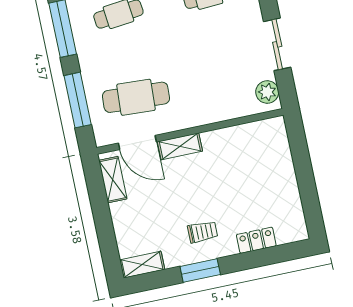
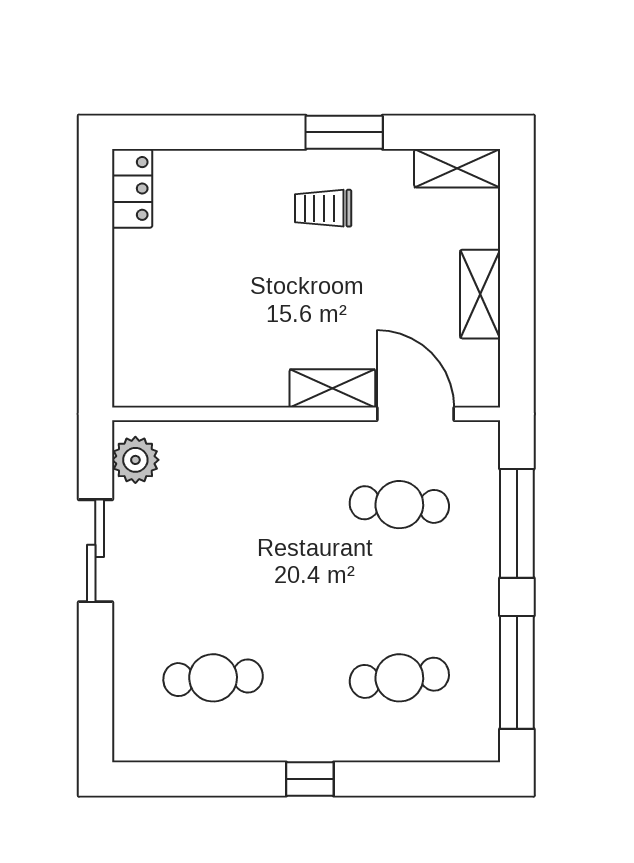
cafe table: (136, 97) -> (399, 505), width x0.73, depth x0.74
shelving: (113, 180) -> (480, 294), moved
locker: (256, 240) -> (132, 188), moved, turned -90

